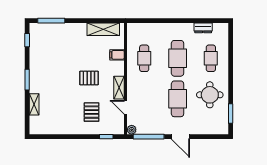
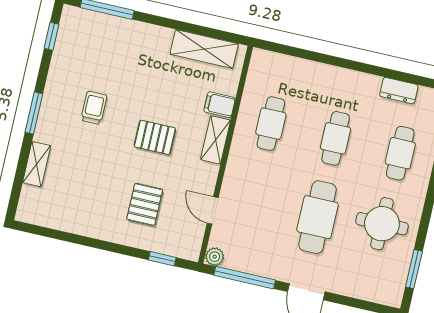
cafe table: (178, 58) -> (336, 138), width x0.73, depth x0.74
trolley: (56, 70) -> (94, 108), added
shelving: (119, 88) -> (215, 140), moved

